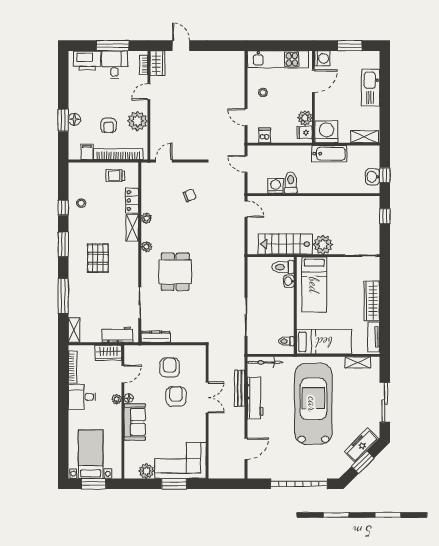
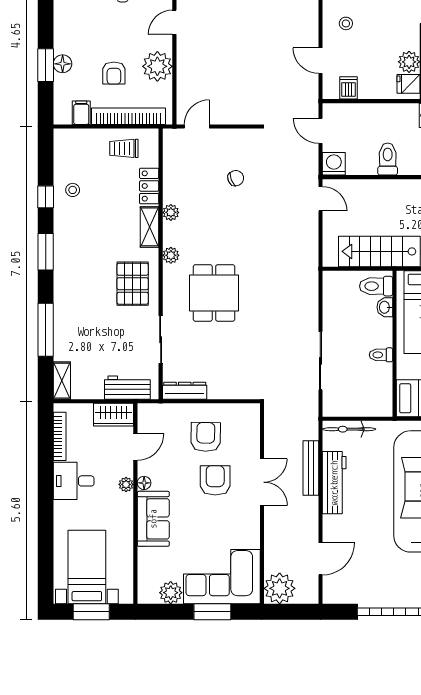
washing machine: (276, 186) -> (334, 164), moved
pallet: (98, 258) -> (133, 284), moved
toilet: (286, 341) -> (381, 355), moved
plant: (219, 468) -> (280, 588), added

